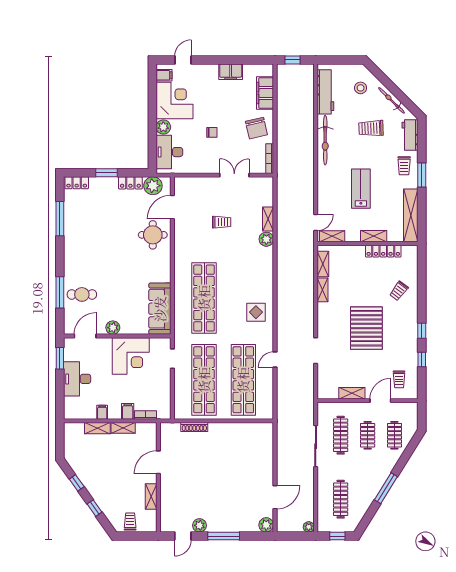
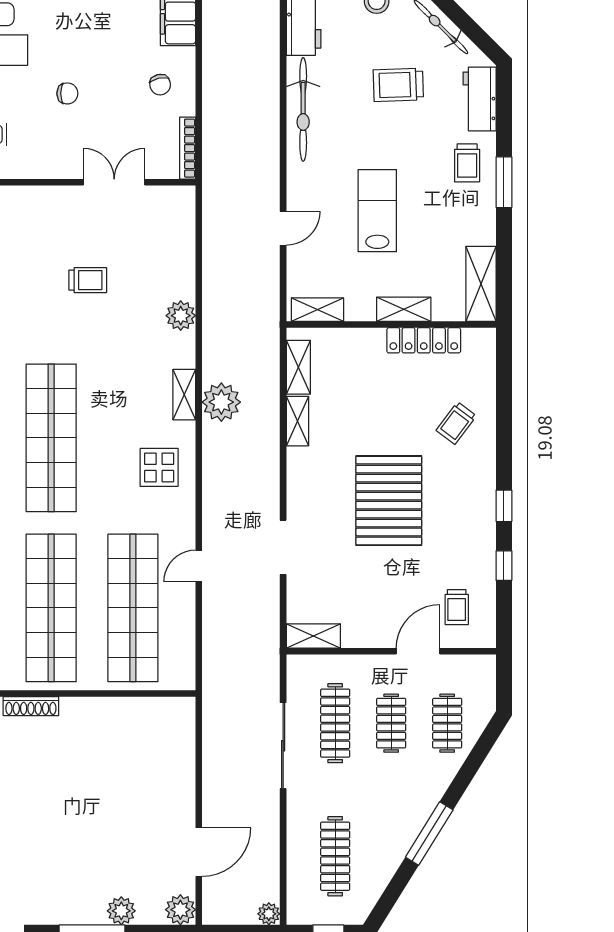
chair: (256, 128) -> (160, 85), width x0.54, depth x0.54
shelving: (411, 215) -> (481, 284), width x0.68
shelving: (268, 219) -> (184, 395), moved
door: (316, 222) -> (283, 228), moved
plant: (286, 281) -> (221, 402), added
shelving: (352, 393) -> (313, 636), moved
plant: (199, 525) -> (121, 911), moved

